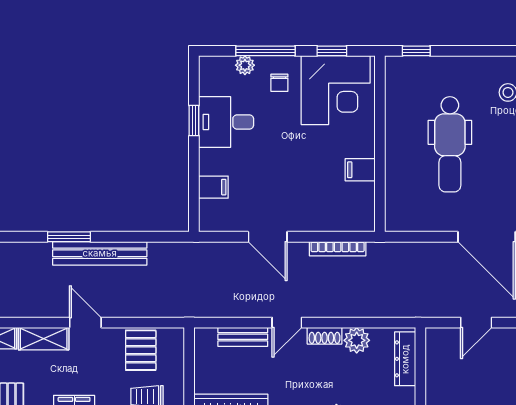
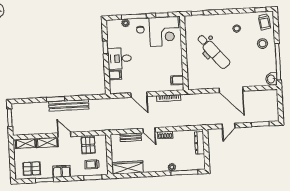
desk: (226, 122) -> (120, 59), moved
dental chair: (450, 144) -> (213, 52), turned -40
filing cabinet: (360, 170) -> (177, 80), moved
door: (287, 323) -> (149, 130), hinge flipped
plant: (357, 340) -> (179, 136), removed

